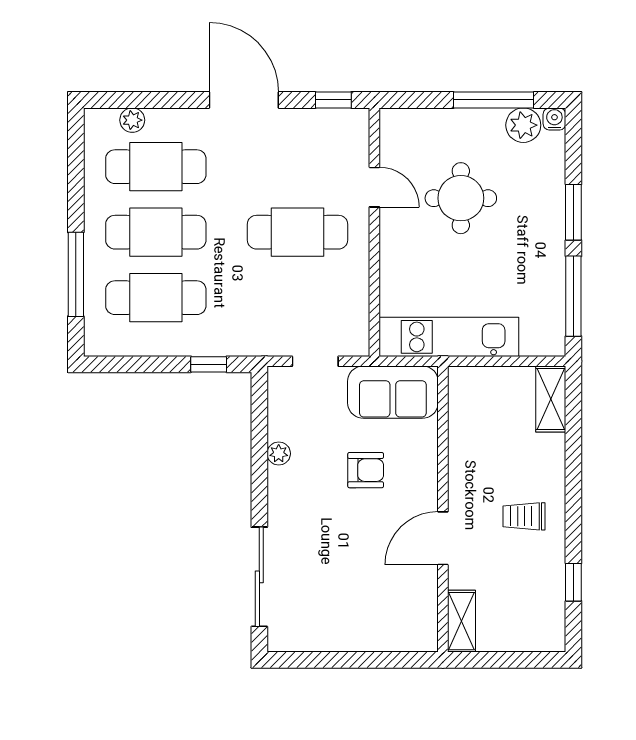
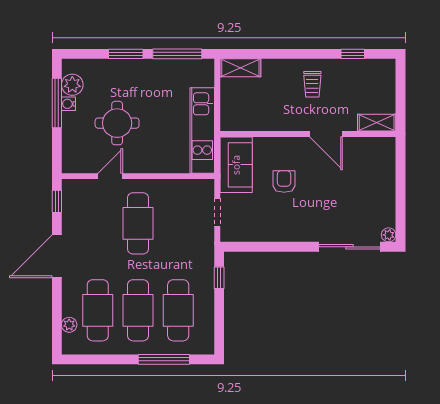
water cooler: (554, 119) -> (68, 104), moved
plant: (279, 454) -> (389, 235), moved

